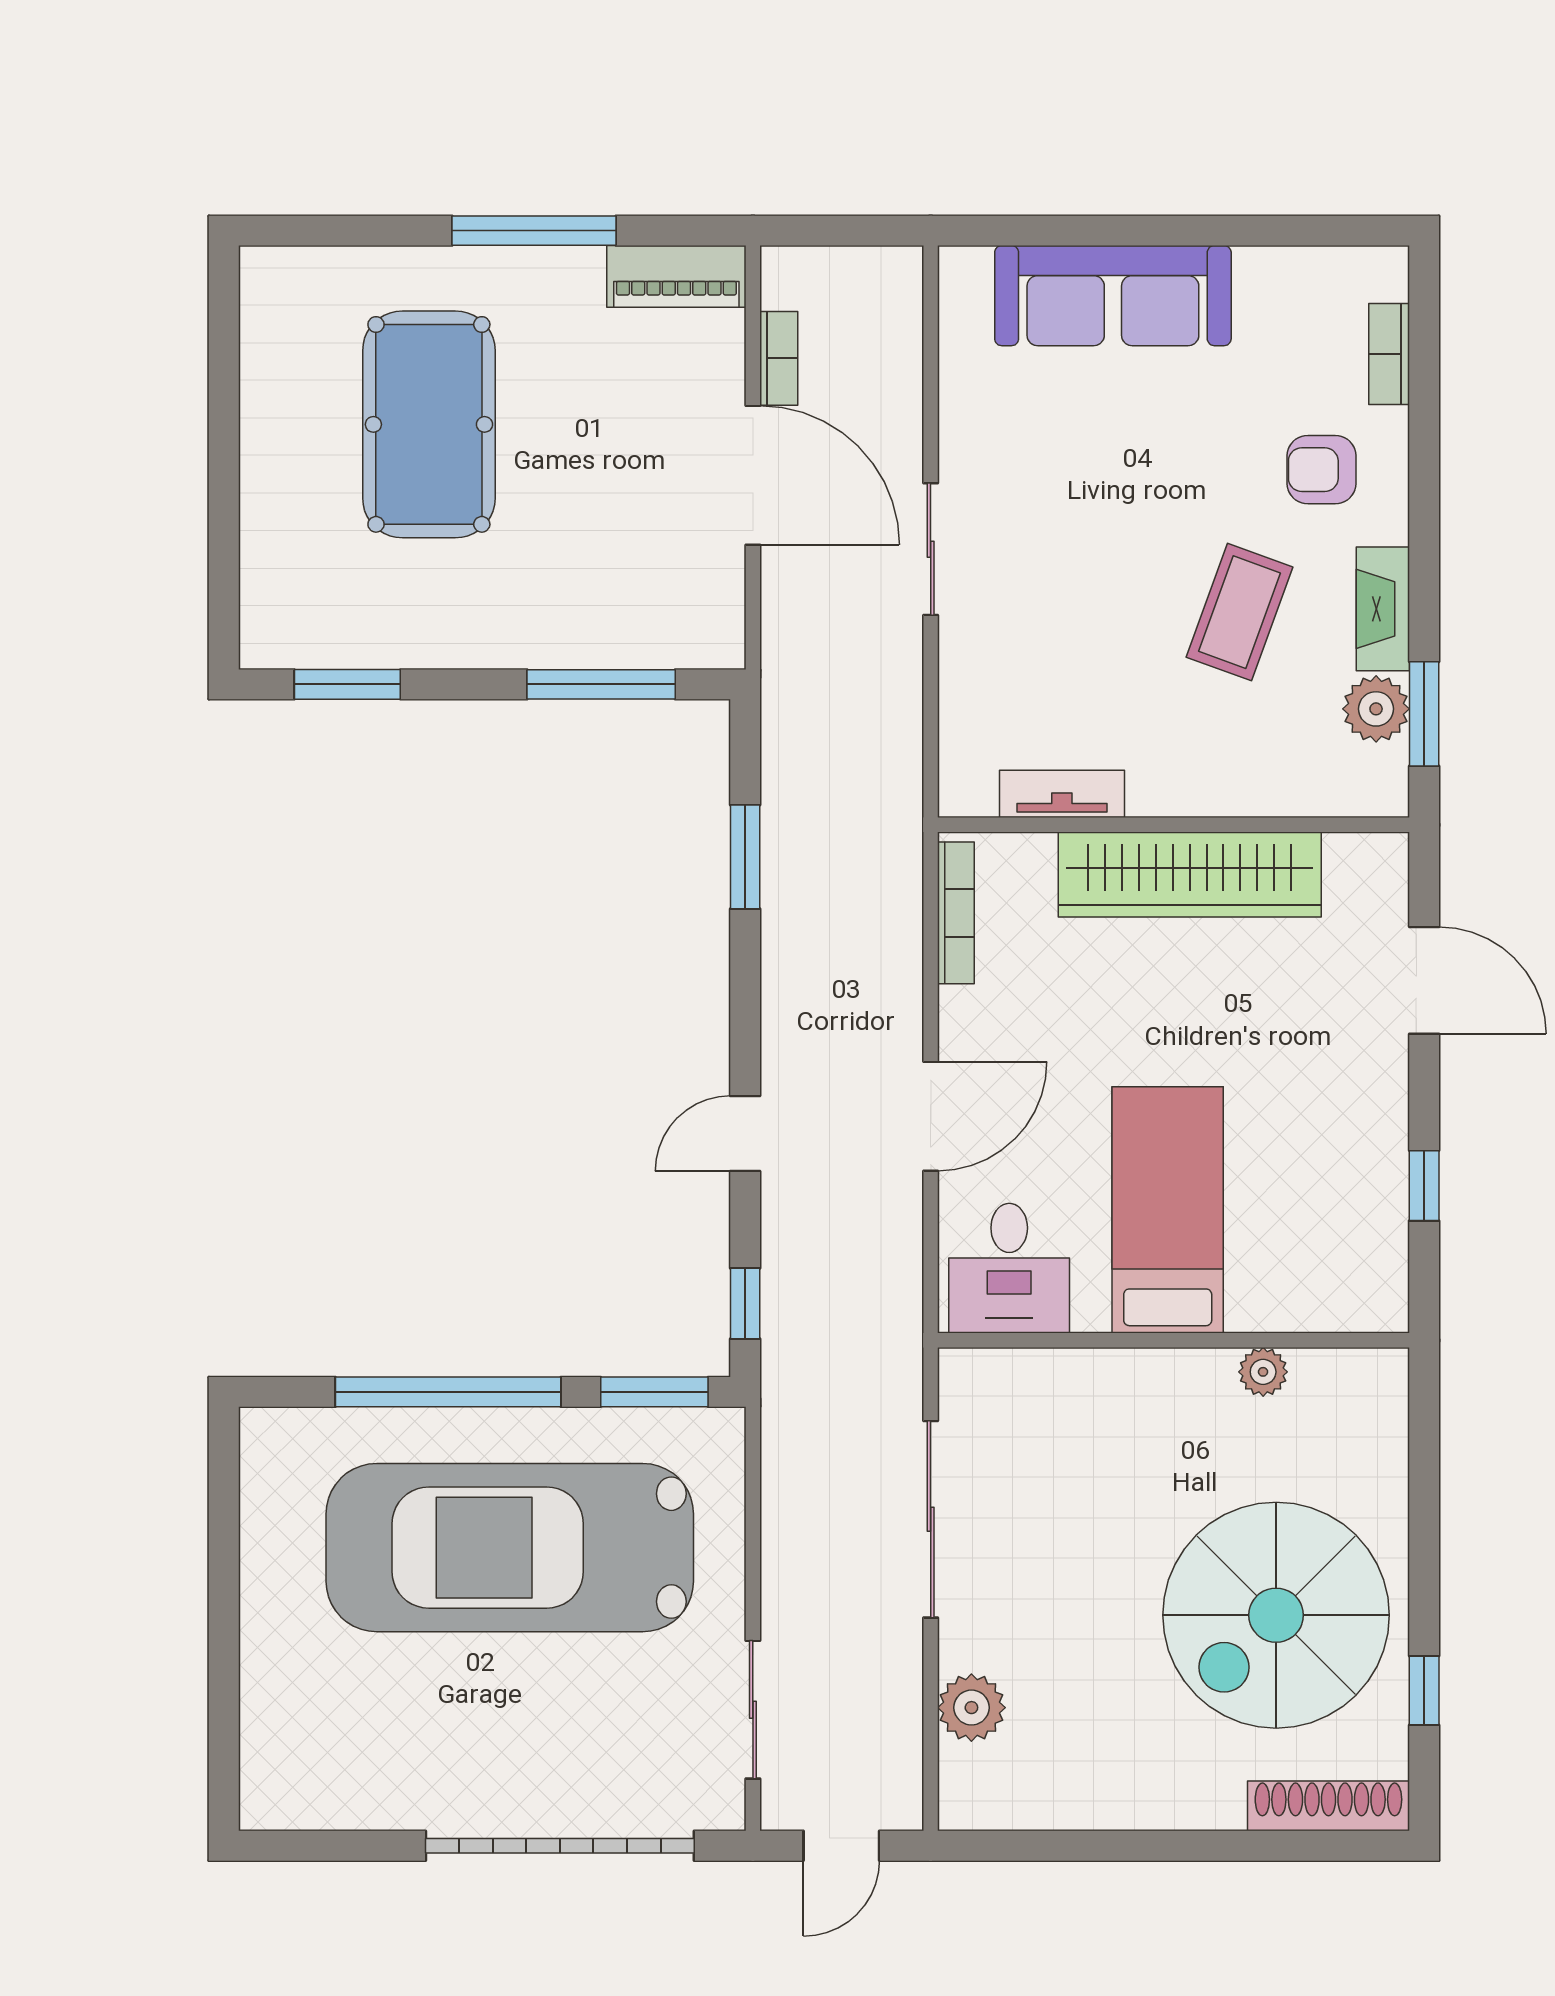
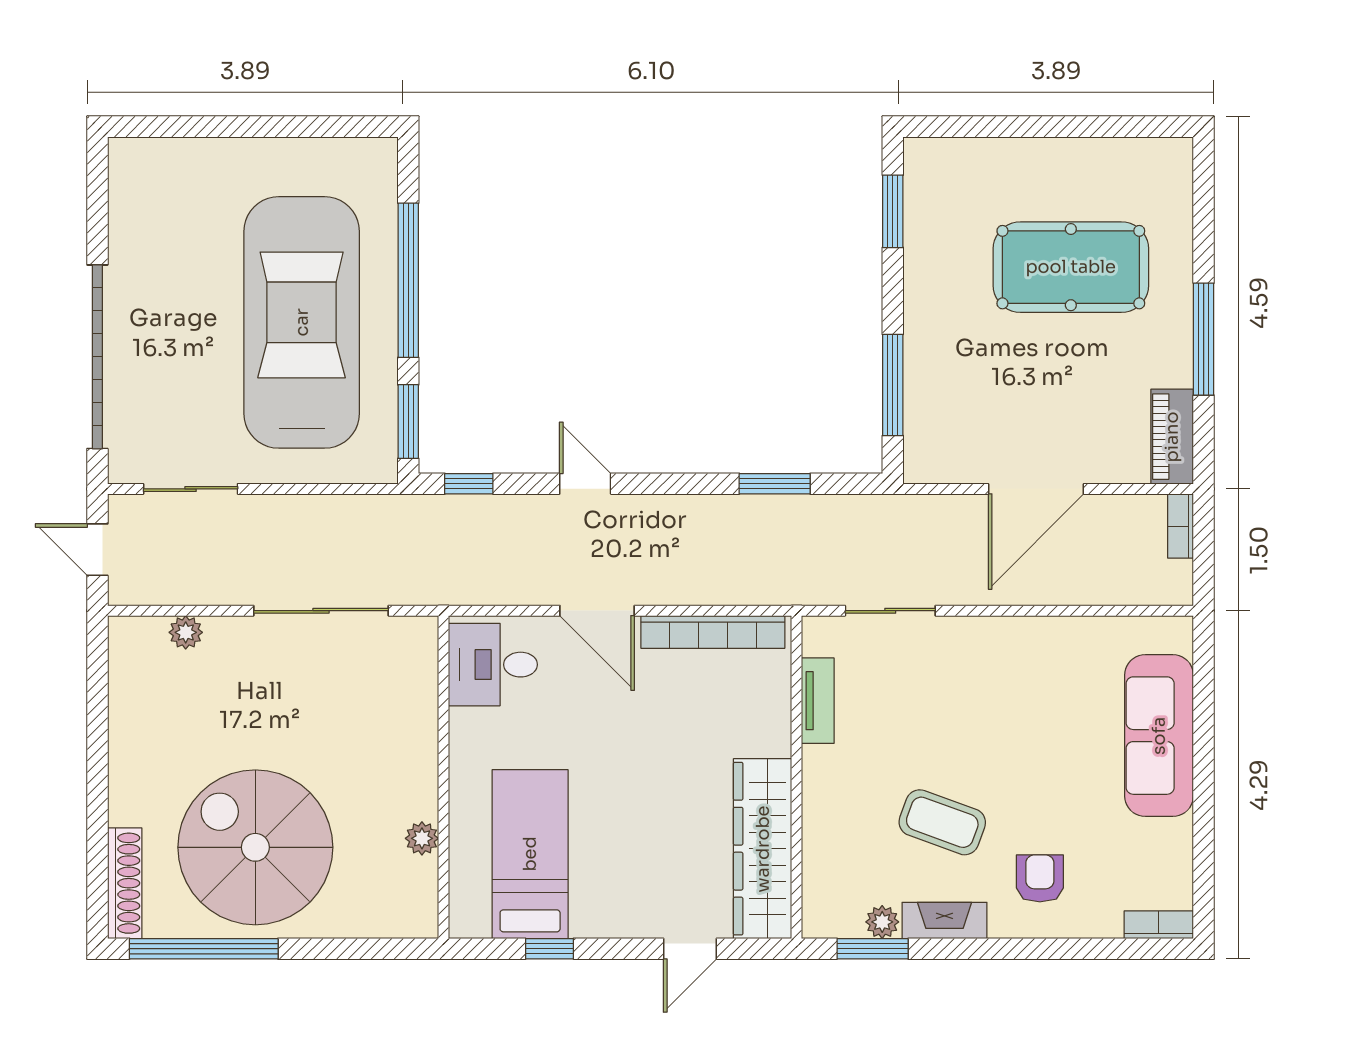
bookcase: (1389, 354) -> (1159, 925), moved
bookcase: (779, 358) -> (1181, 526), moved, turned 90
sliding door: (931, 549) -> (890, 611), moved
plant: (1376, 709) -> (882, 922), width x0.73, depth x0.73
wardrobe: (1190, 874) -> (763, 849), moved
bookcase: (956, 913) -> (713, 632), width x1.48, depth x1.31
door: (1424, 980) -> (690, 949), width x0.73
bed: (1168, 1210) -> (530, 854), moved, turned -90
window: (1424, 1690) -> (204, 949), width x3.17
plant: (971, 1708) -> (186, 632), width x0.73, depth x0.73

